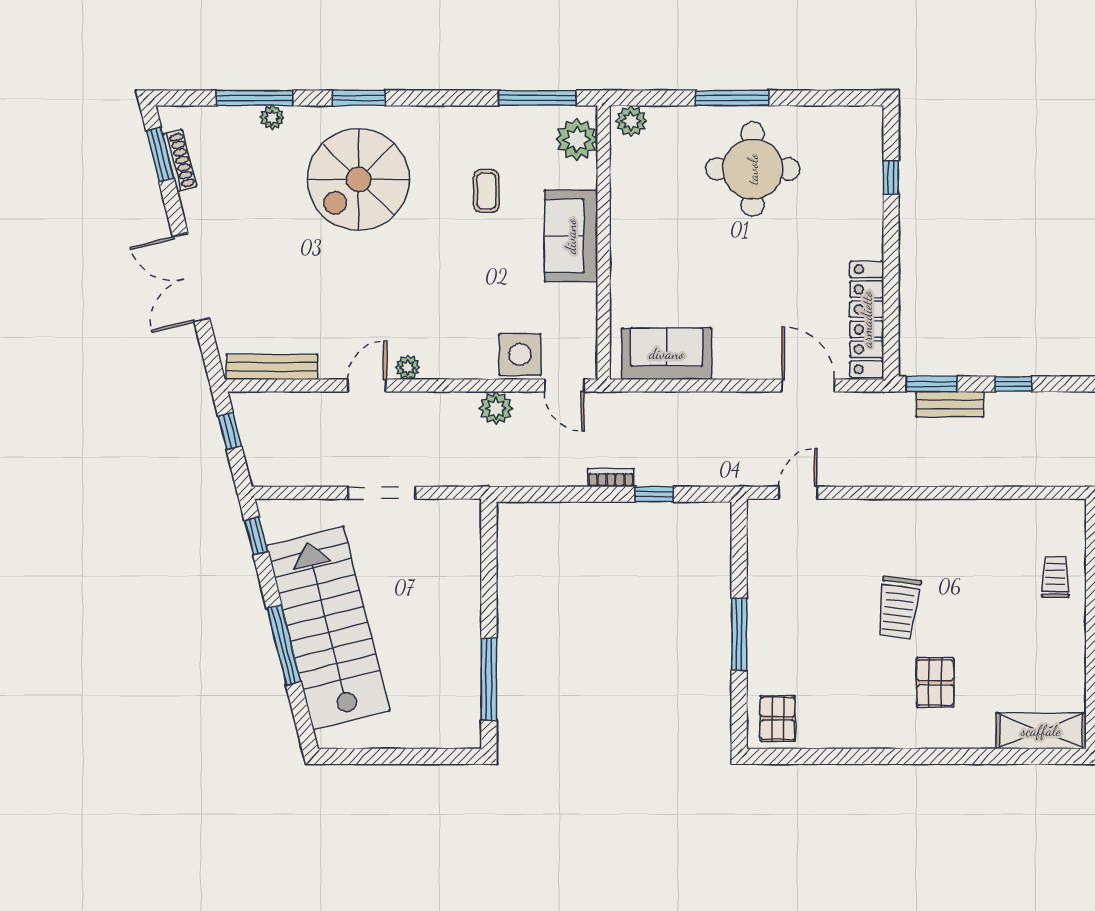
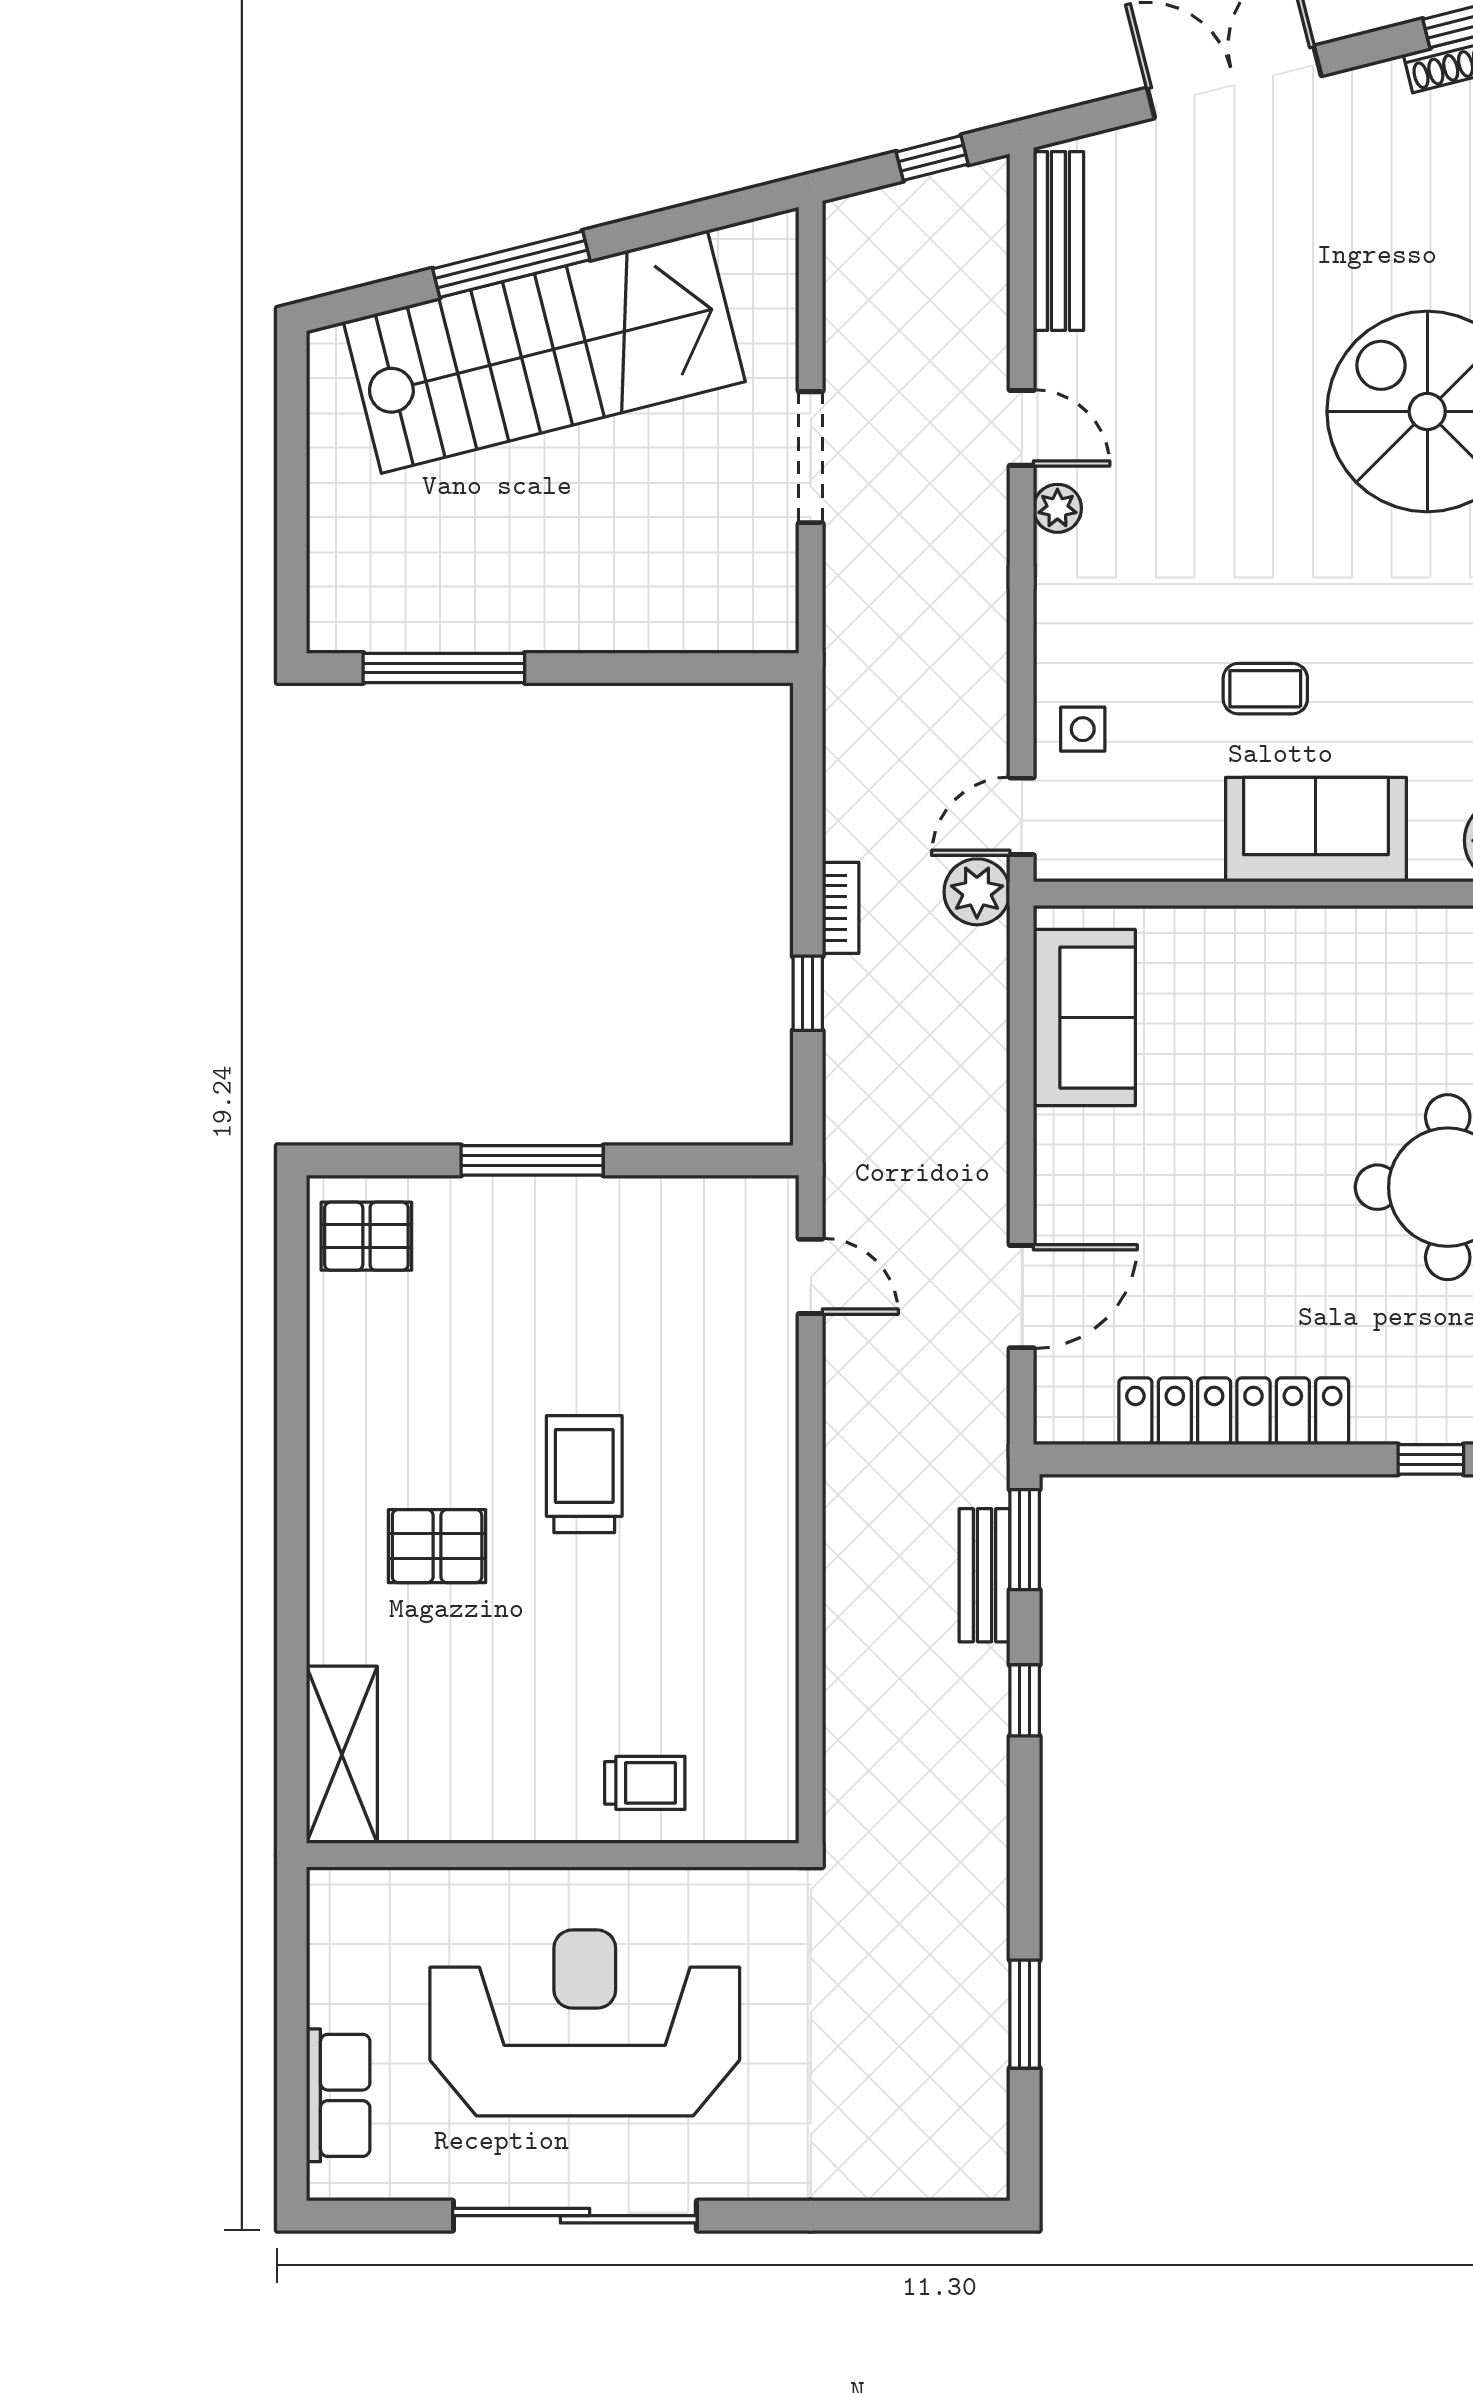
coffee table: (486, 191) -> (1265, 689), moved
locker: (867, 319) -> (1234, 1411), moved
side table: (520, 354) -> (1083, 729), width x0.54, depth x0.54
plant: (496, 408) -> (977, 892), moved
window: (256, 536) -> (726, 210), removed
trolley: (899, 608) -> (584, 1474), turned 83

